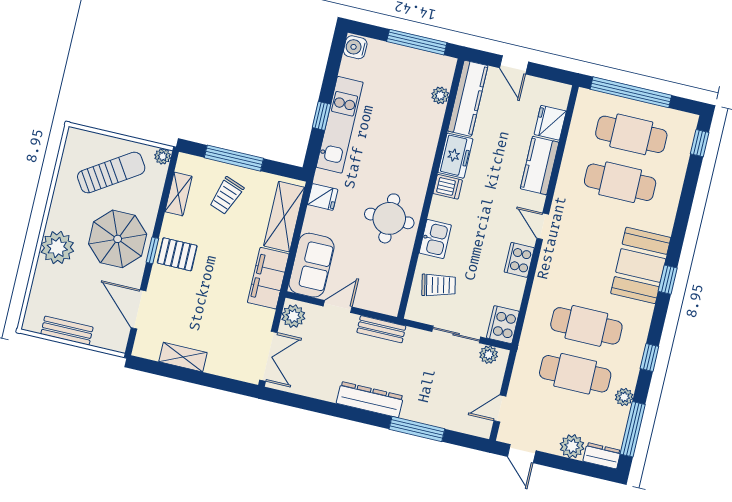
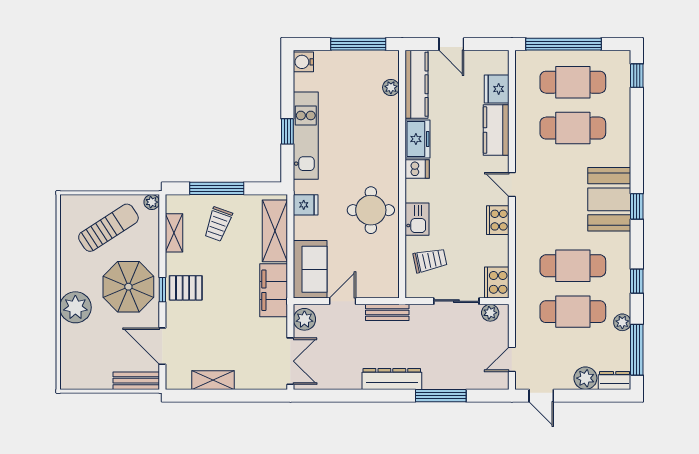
bench: (67, 331) -> (136, 381), moved

